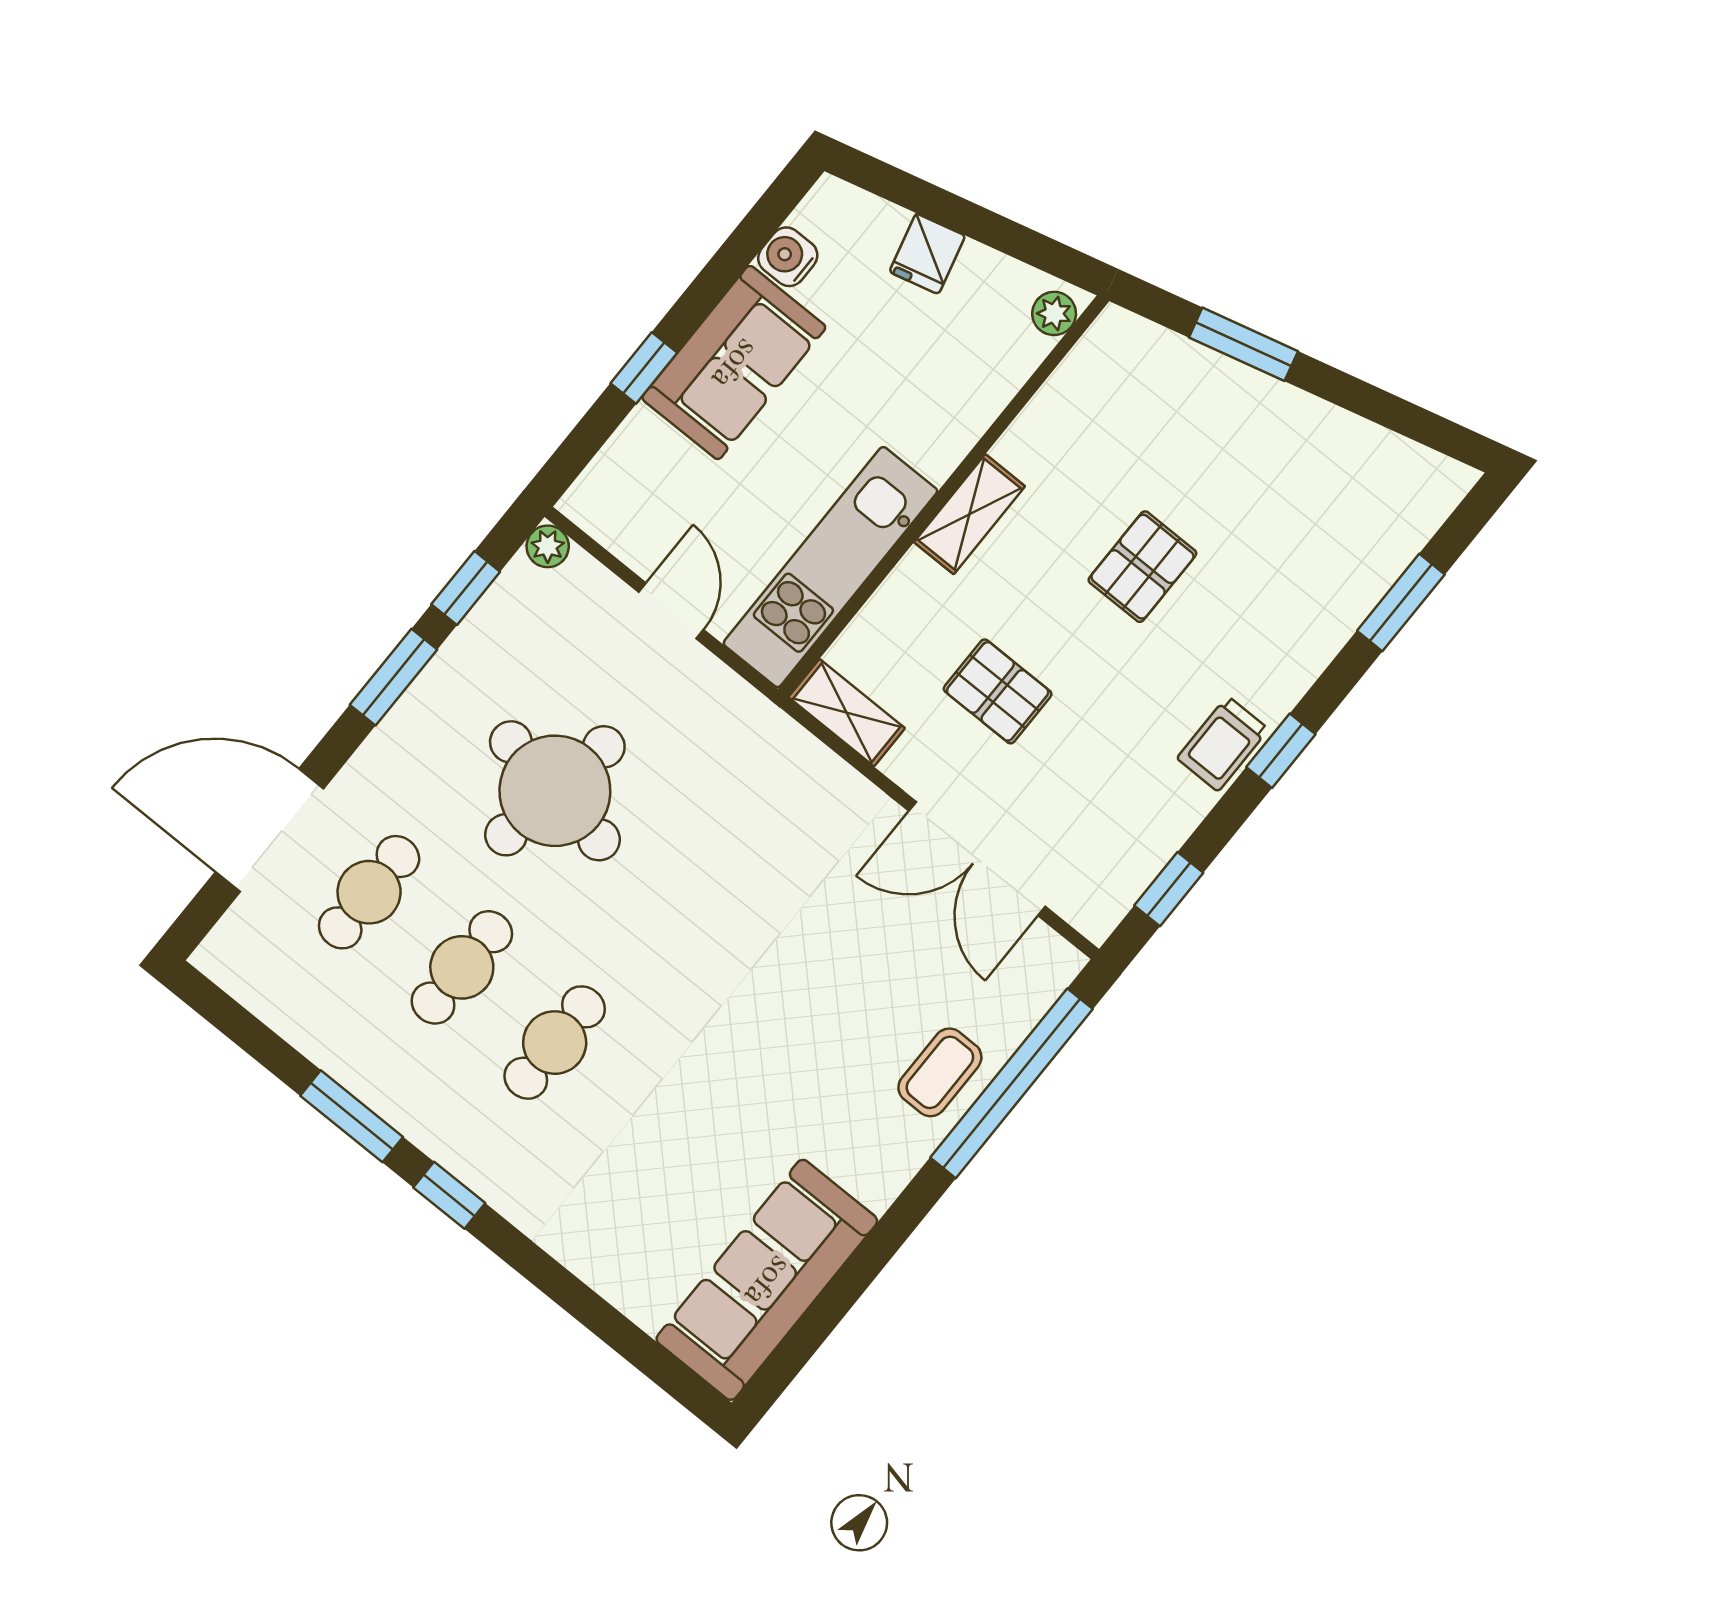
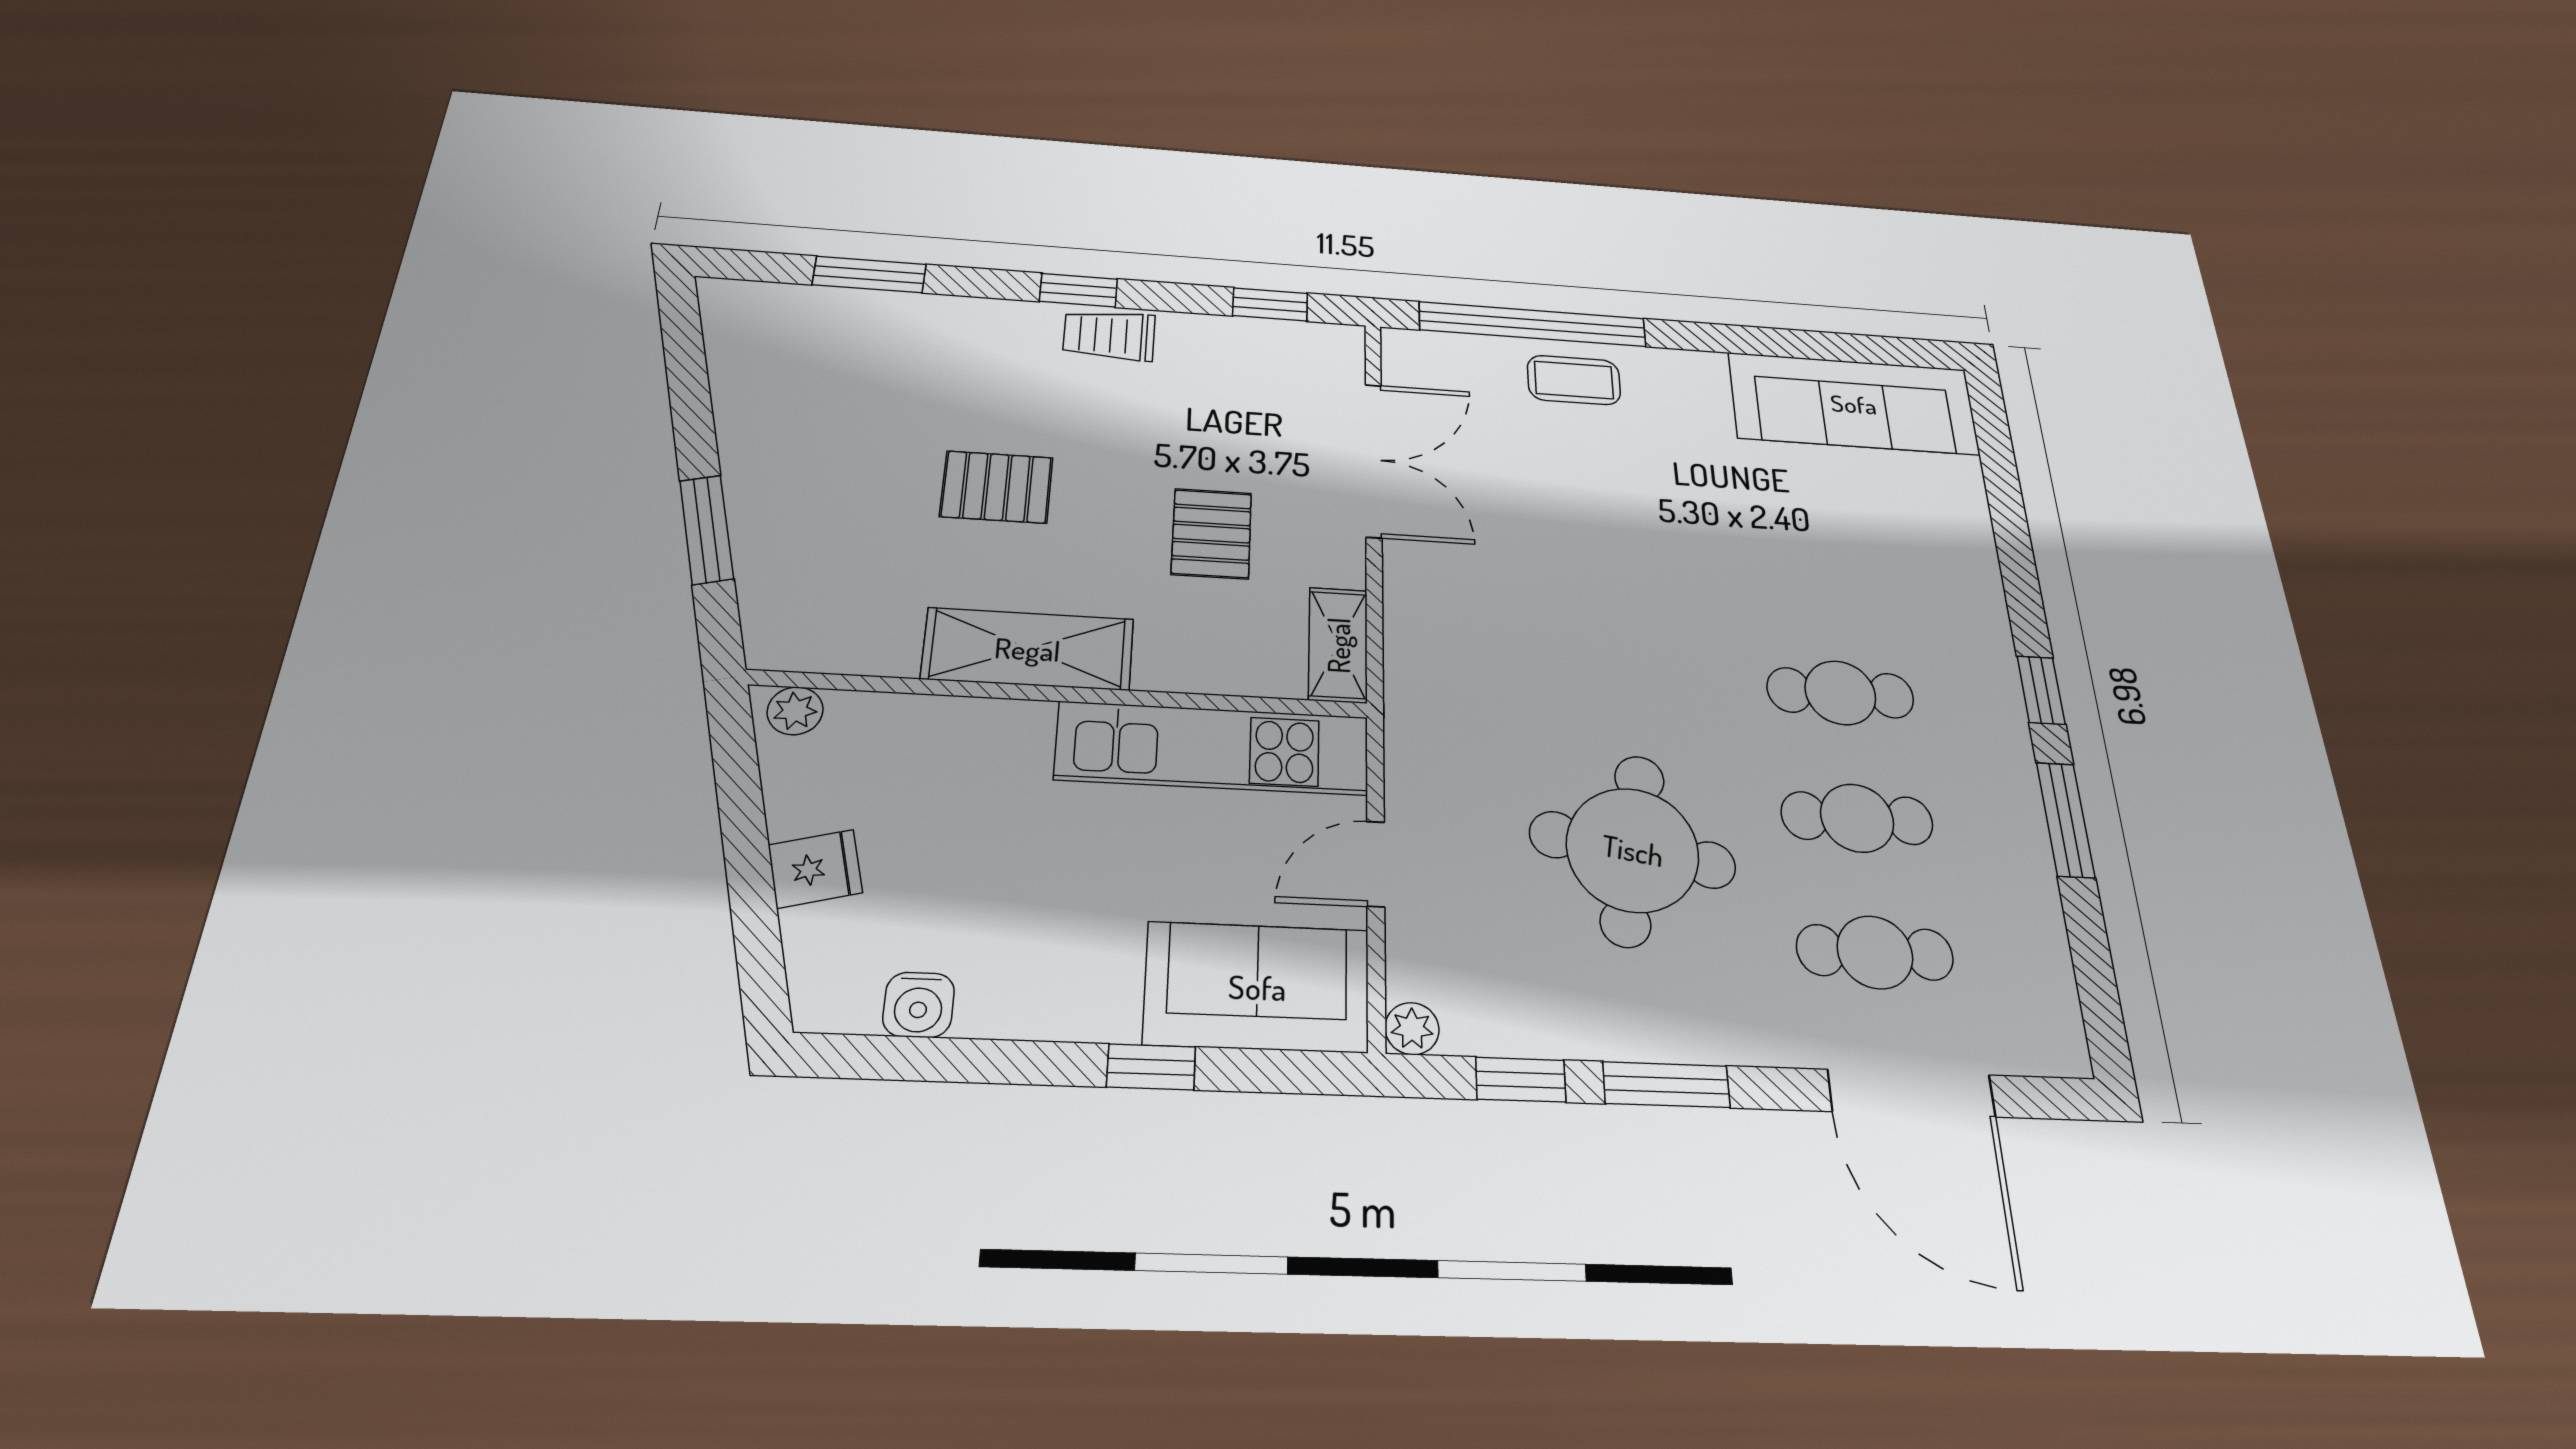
sofa: (734, 363) -> (1257, 987), moved
shelving: (969, 514) -> (1028, 649), width x1.50, depth x1.33
trolley: (1223, 744) -> (1109, 335), turned 180

